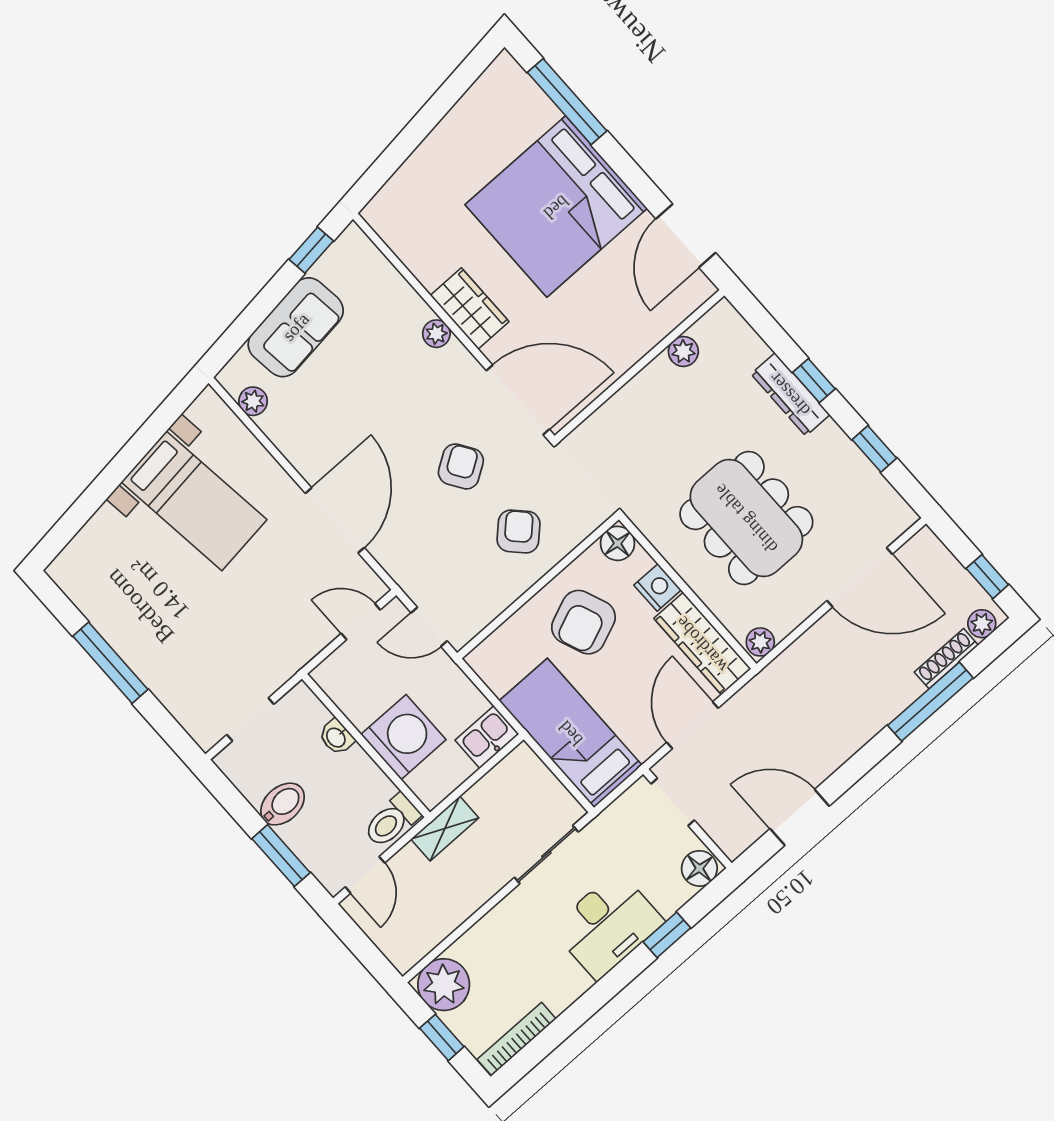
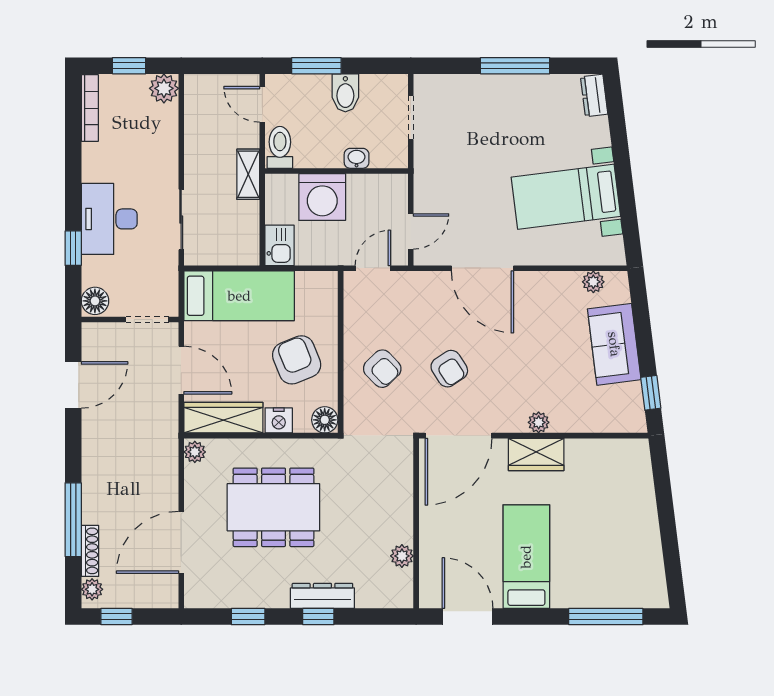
bed: (556, 207) -> (526, 557), width x0.49
dresser: (71, 560) -> (594, 95), added
plant: (444, 985) -> (164, 88), width x0.73, depth x0.73

